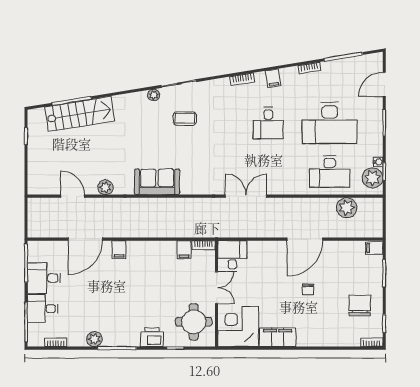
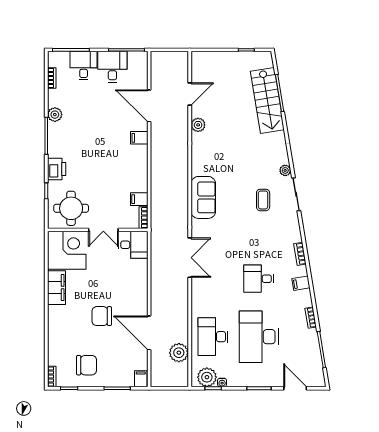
sofa: (157, 182) -> (203, 197), moved
door: (305, 239) -> (149, 333), moved
chair: (308, 289) -> (102, 316), width x1.87, depth x1.87

